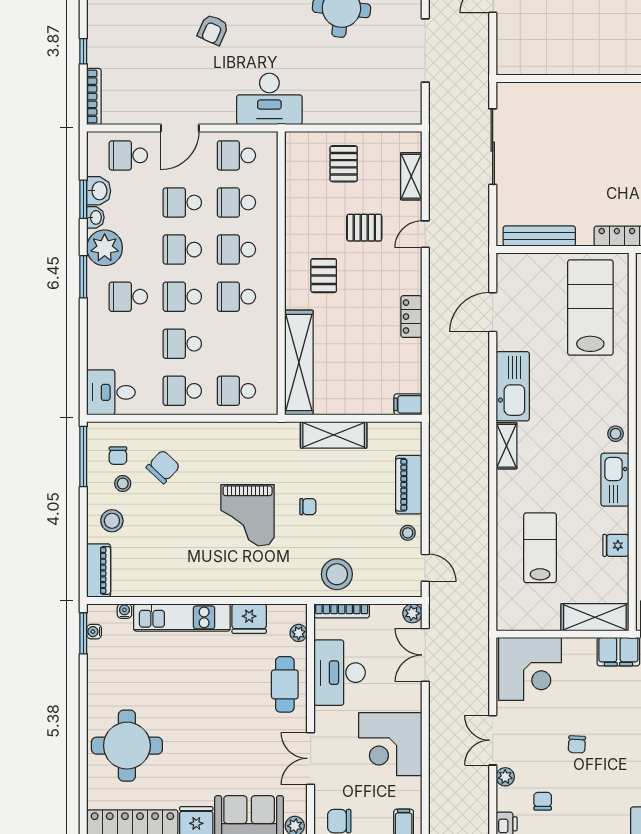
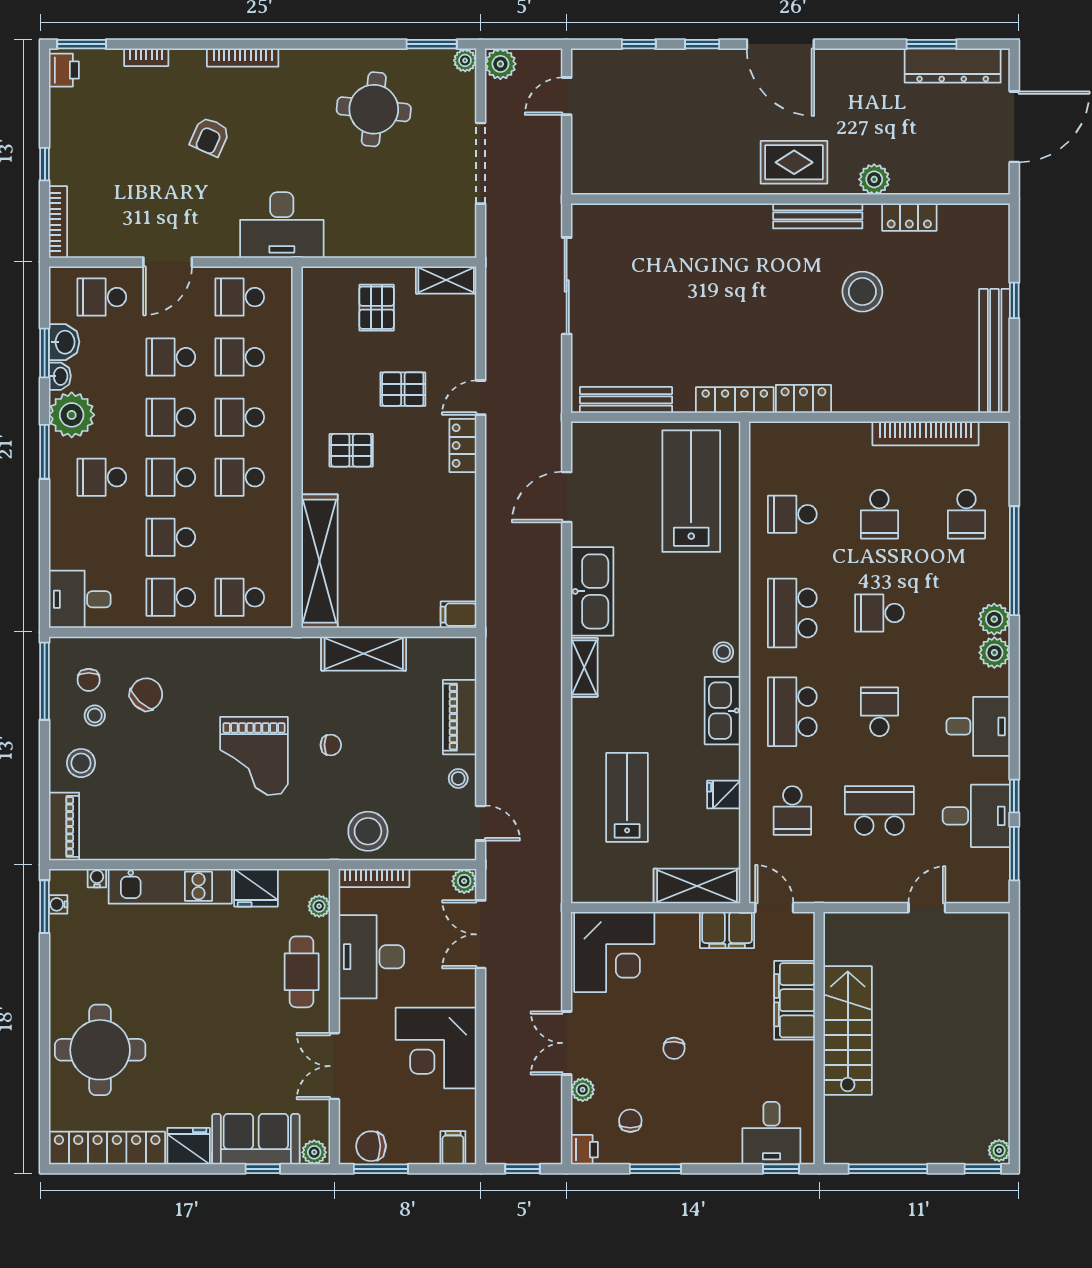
shelving: (411, 176) -> (446, 280), moved, turned 90
pallet: (324, 276) -> (351, 450), turned 90
locker: (411, 317) -> (463, 446), moved

